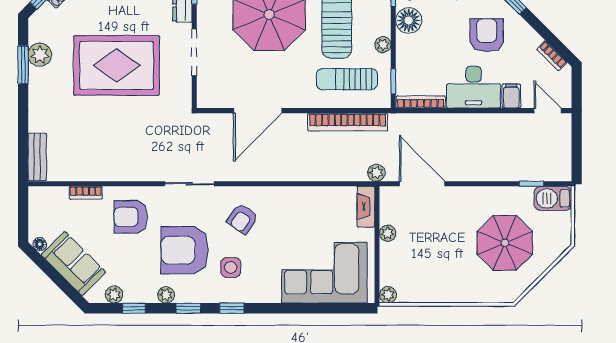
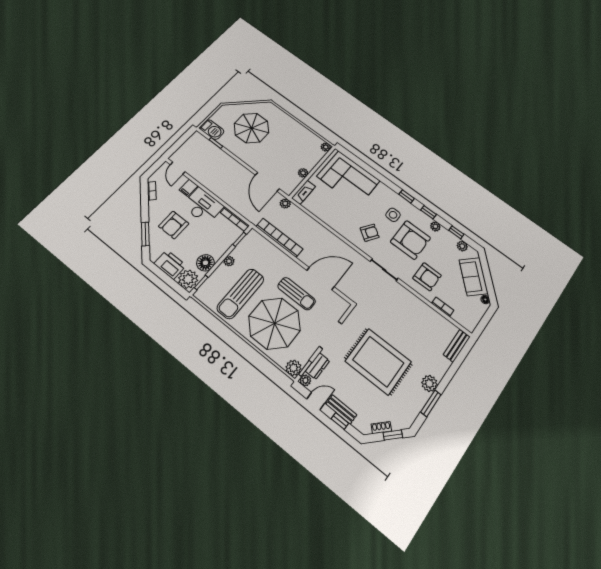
plant: (40, 55) -> (429, 383), moved
sun lounger: (347, 79) -> (297, 294), moved

